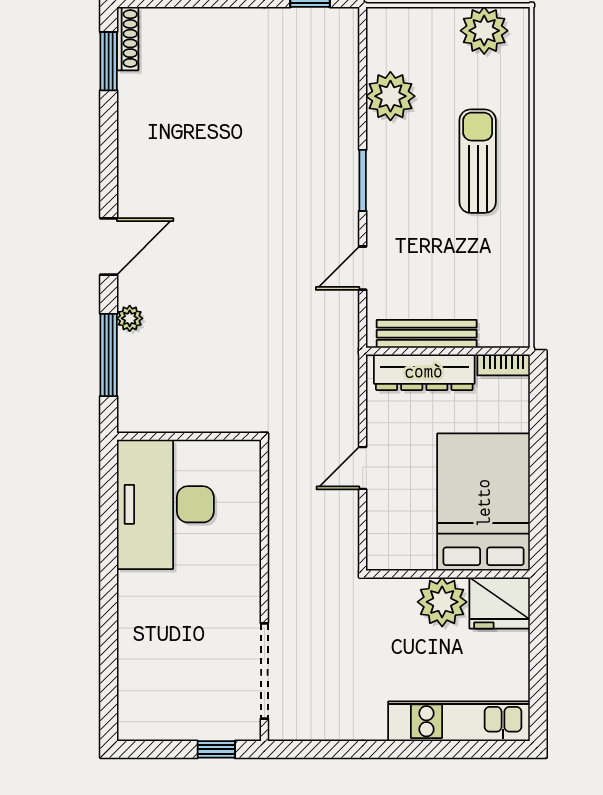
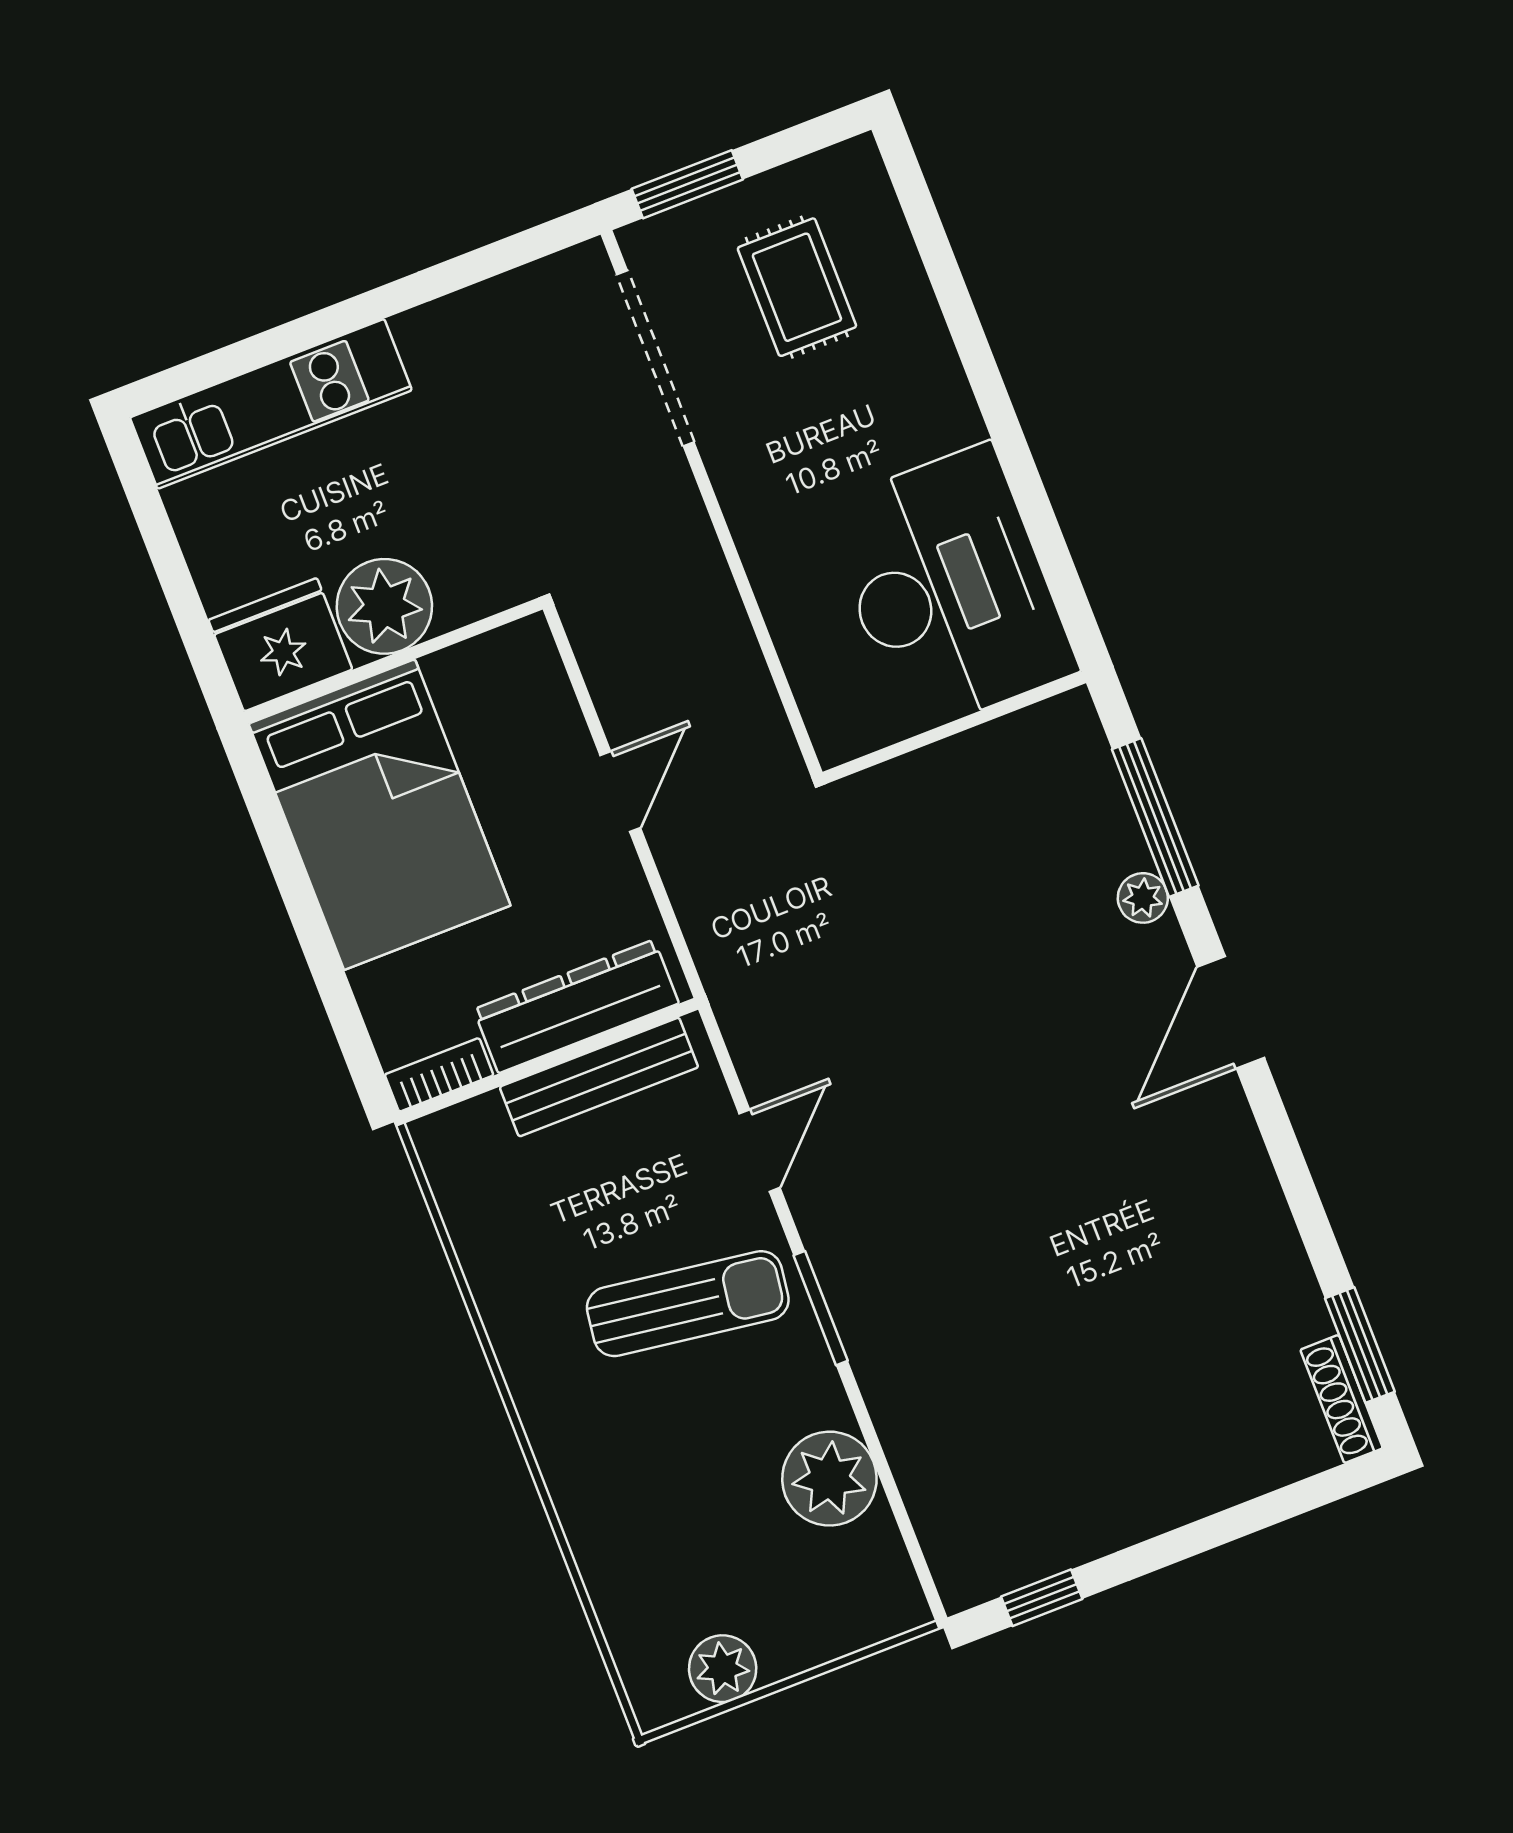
plant: (484, 31) -> (723, 1669), width x0.73, depth x0.73
sun lounger: (478, 161) -> (688, 1304), moved, turned -82
rug: (182, 679) -> (797, 287), added
window: (216, 749) -> (687, 184), width x1.50

